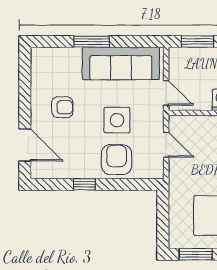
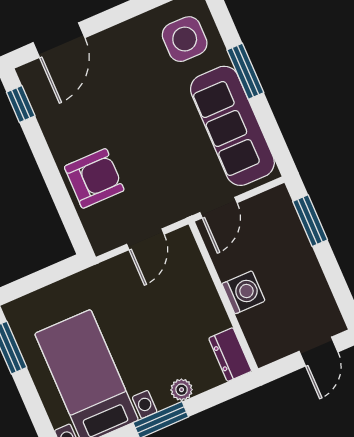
armchair: (62, 107) -> (135, 70), removed
side table: (117, 120) -> (185, 39), moved
window: (84, 184) -> (21, 104), moved

